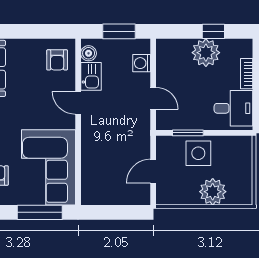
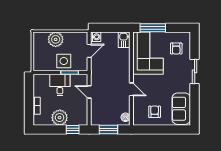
window: (213, 31) -> (73, 130), moved
armchair: (57, 60) -> (155, 112), moved
washing machine: (142, 63) -> (96, 37), moved
kitchen sink: (91, 76) -> (124, 40), moved
desk: (233, 108) -> (60, 85), moved, turned 90

